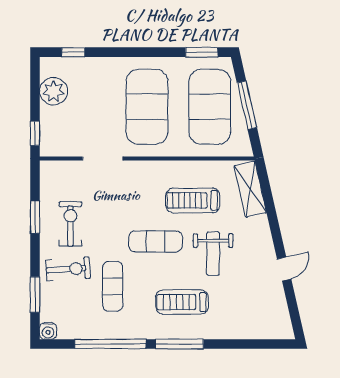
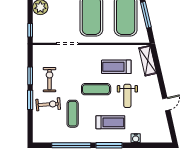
window: (35, 295) -> (30, 100), moved
treadmill: (182, 302) -> (110, 122), turned 180
water cooler: (48, 331) -> (136, 138), moved

